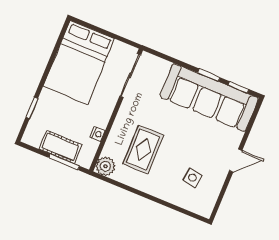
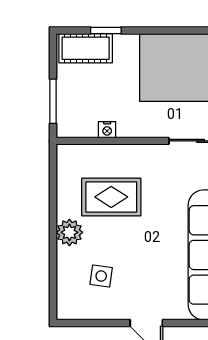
cot: (61, 147) -> (86, 48), moved, turned 90
plant: (105, 166) -> (69, 232), moved

